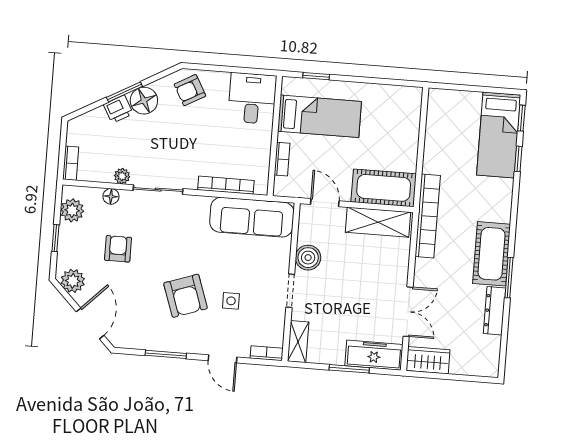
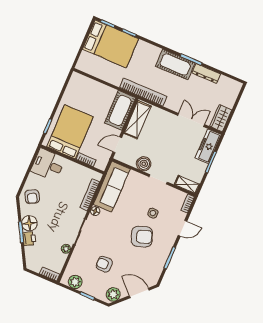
bed: (320, 116) -> (70, 132), width x1.50
bed: (499, 135) -> (111, 44), width x1.50
floor lamp: (111, 196) -> (95, 211), moved

